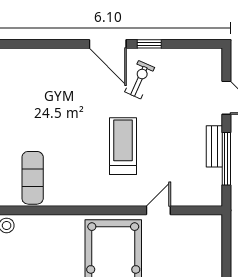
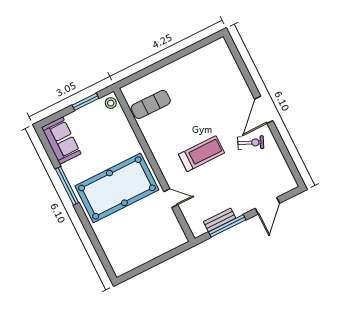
window: (149, 44) -> (277, 137), removed
bench: (214, 146) -> (220, 220), moved

